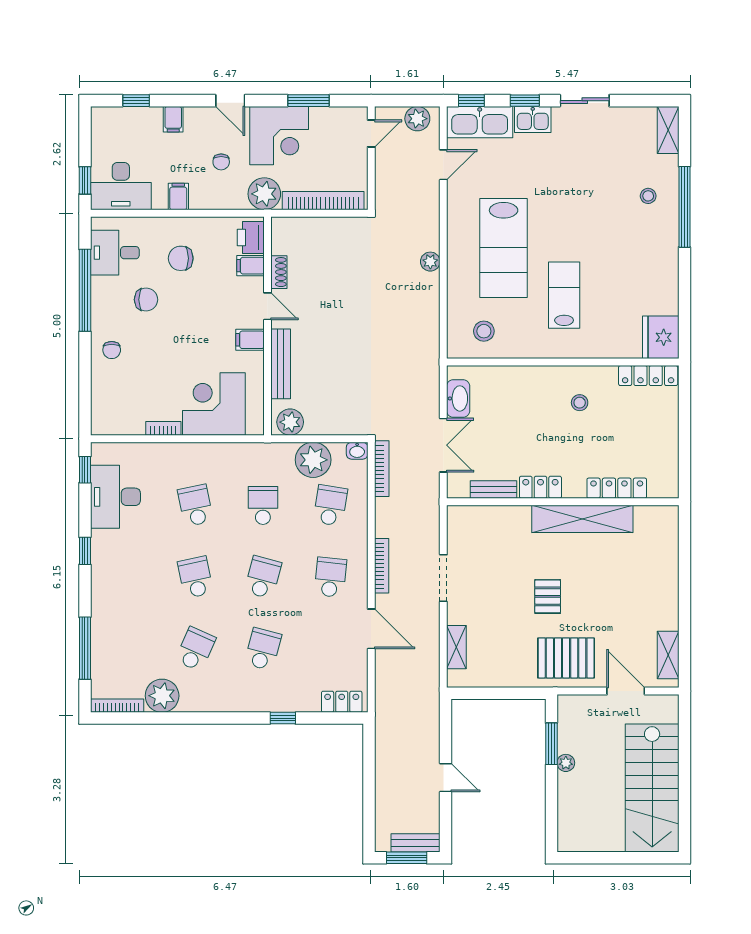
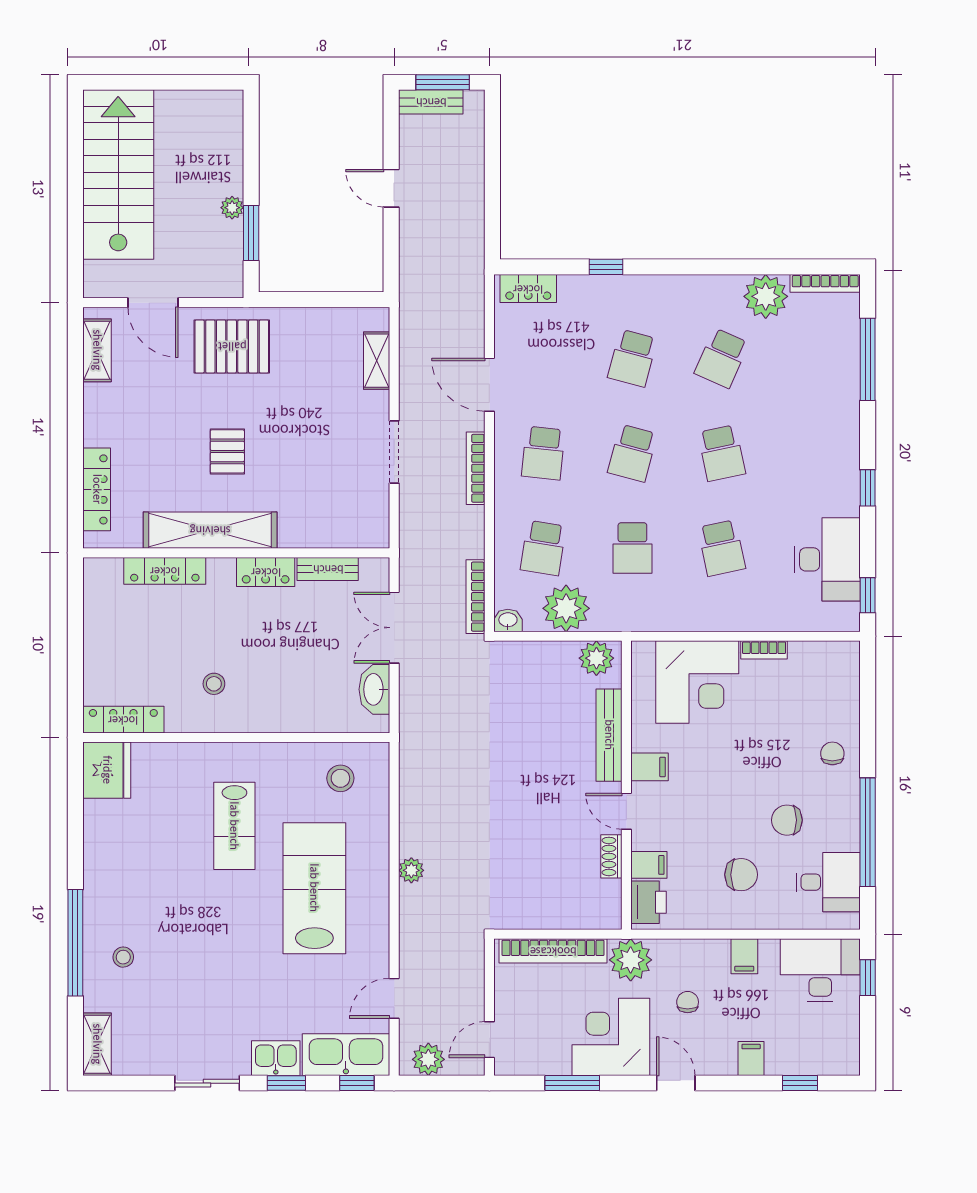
locker: (668, 550) -> (97, 489), added
pallet: (548, 596) -> (227, 451), moved

